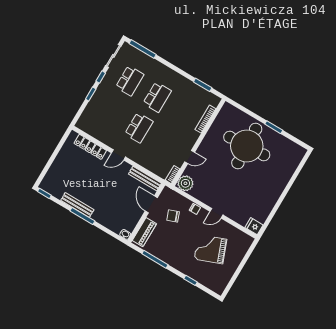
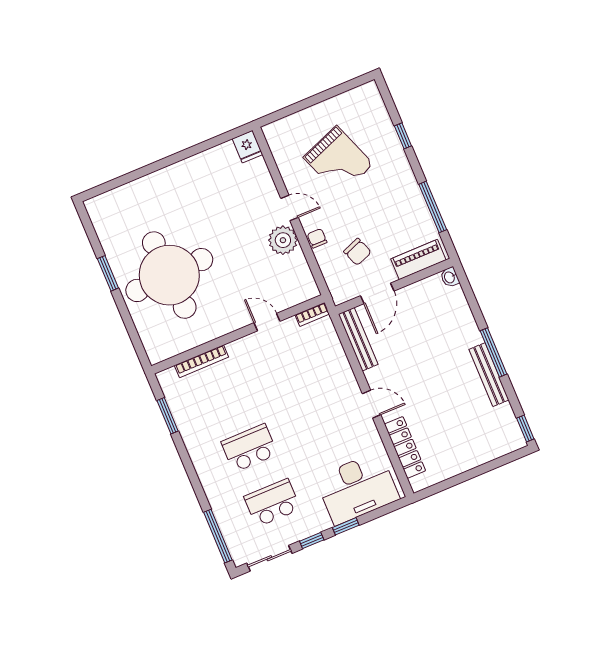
desk: (98, 114) -> (357, 488), added
school desk: (139, 128) -> (311, 422), removed
plant: (185, 183) -> (283, 240), moved

